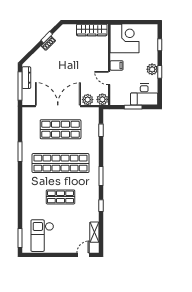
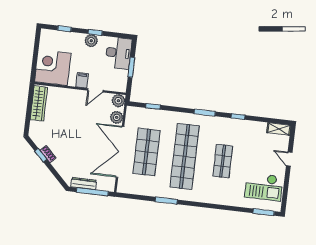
shelving: (94, 232) -> (279, 129), moved
door: (83, 255) -> (289, 159), moved

